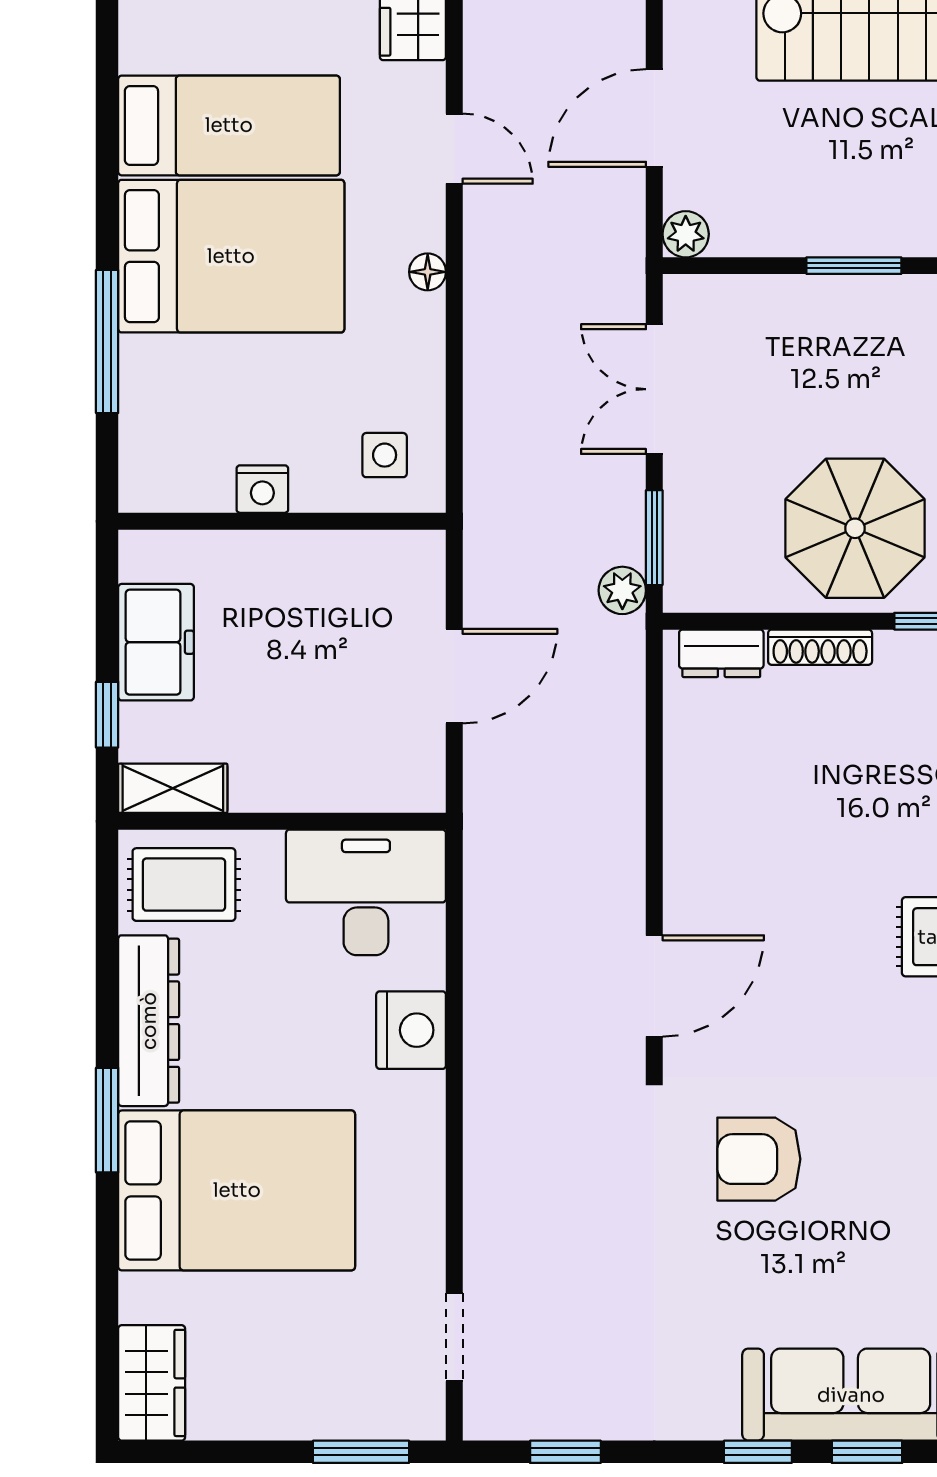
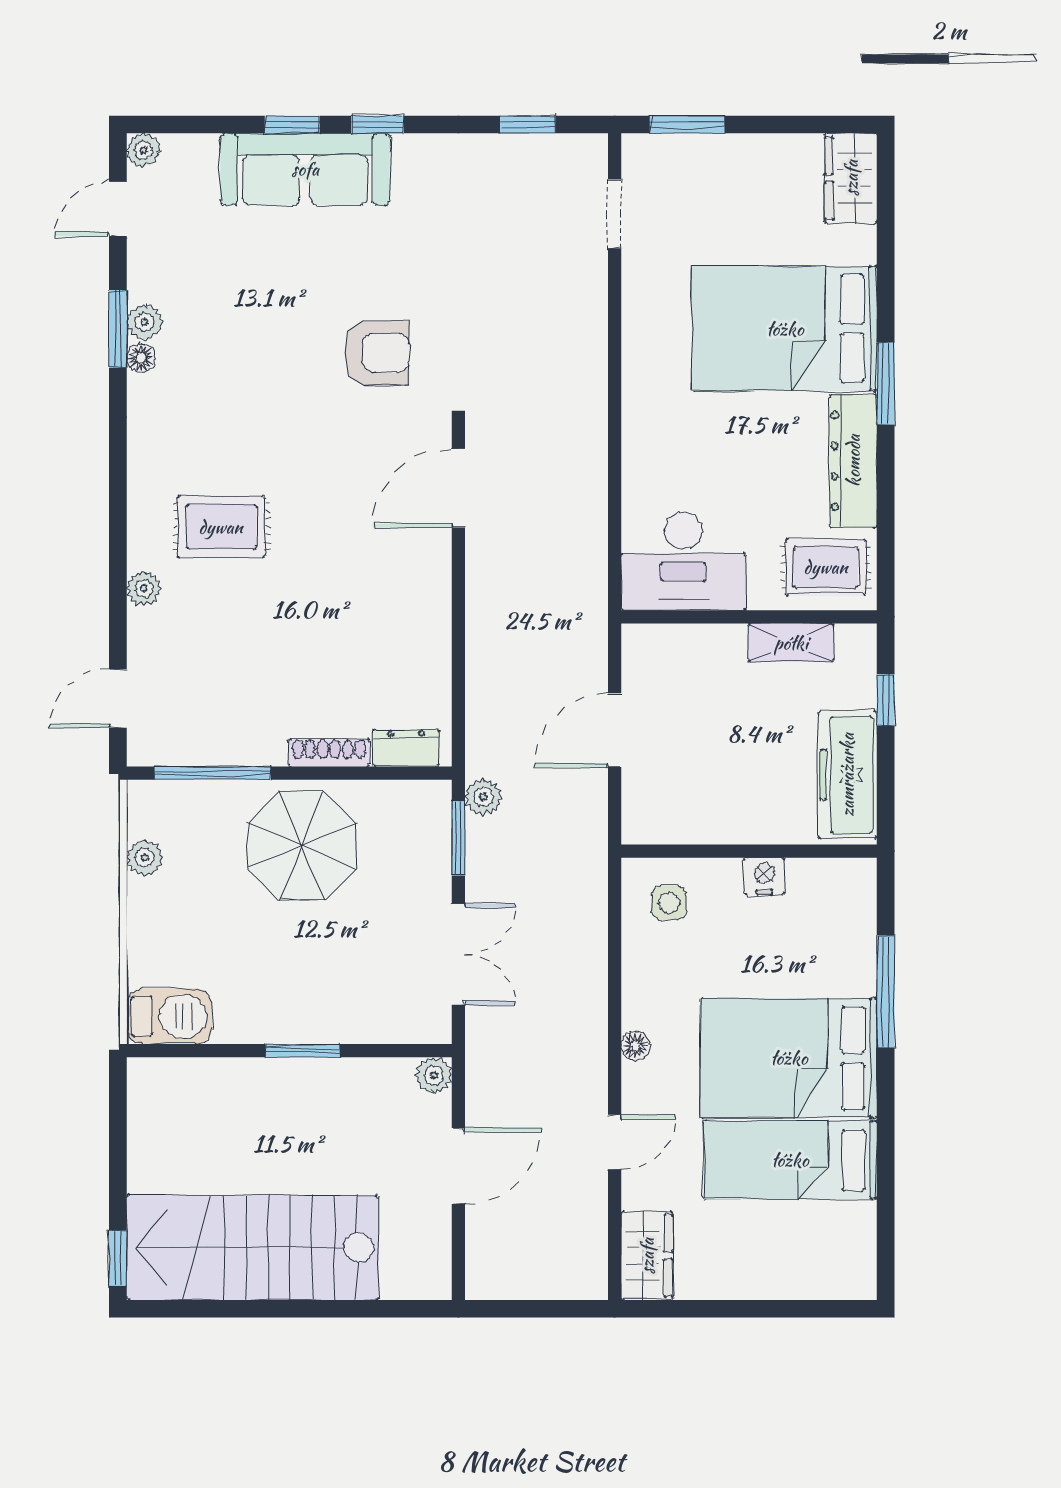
door: (454, 149) -> (615, 1142), swing flipped
freezer: (156, 642) -> (847, 775), width x1.40
shelving: (173, 788) -> (791, 643), moved
nightstand: (411, 1030) -> (648, 454), removed

